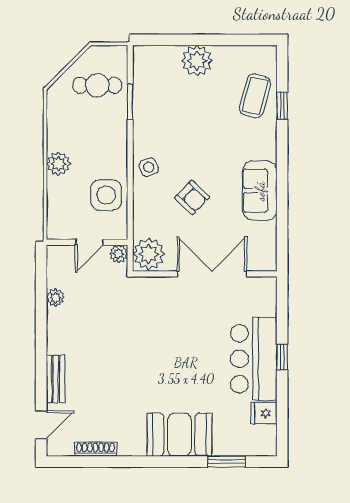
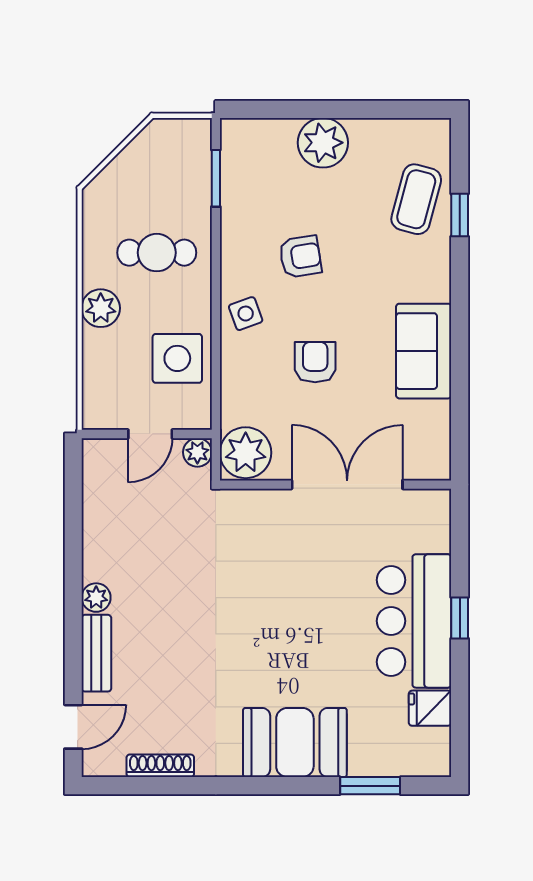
cafe table: (97, 85) -> (157, 253), moved
window: (130, 102) -> (216, 178), moved
armchair: (183, 132) -> (300, 257), added
armchair: (192, 197) -> (315, 362), turned -134
plant: (55, 298) -> (96, 598), moved

